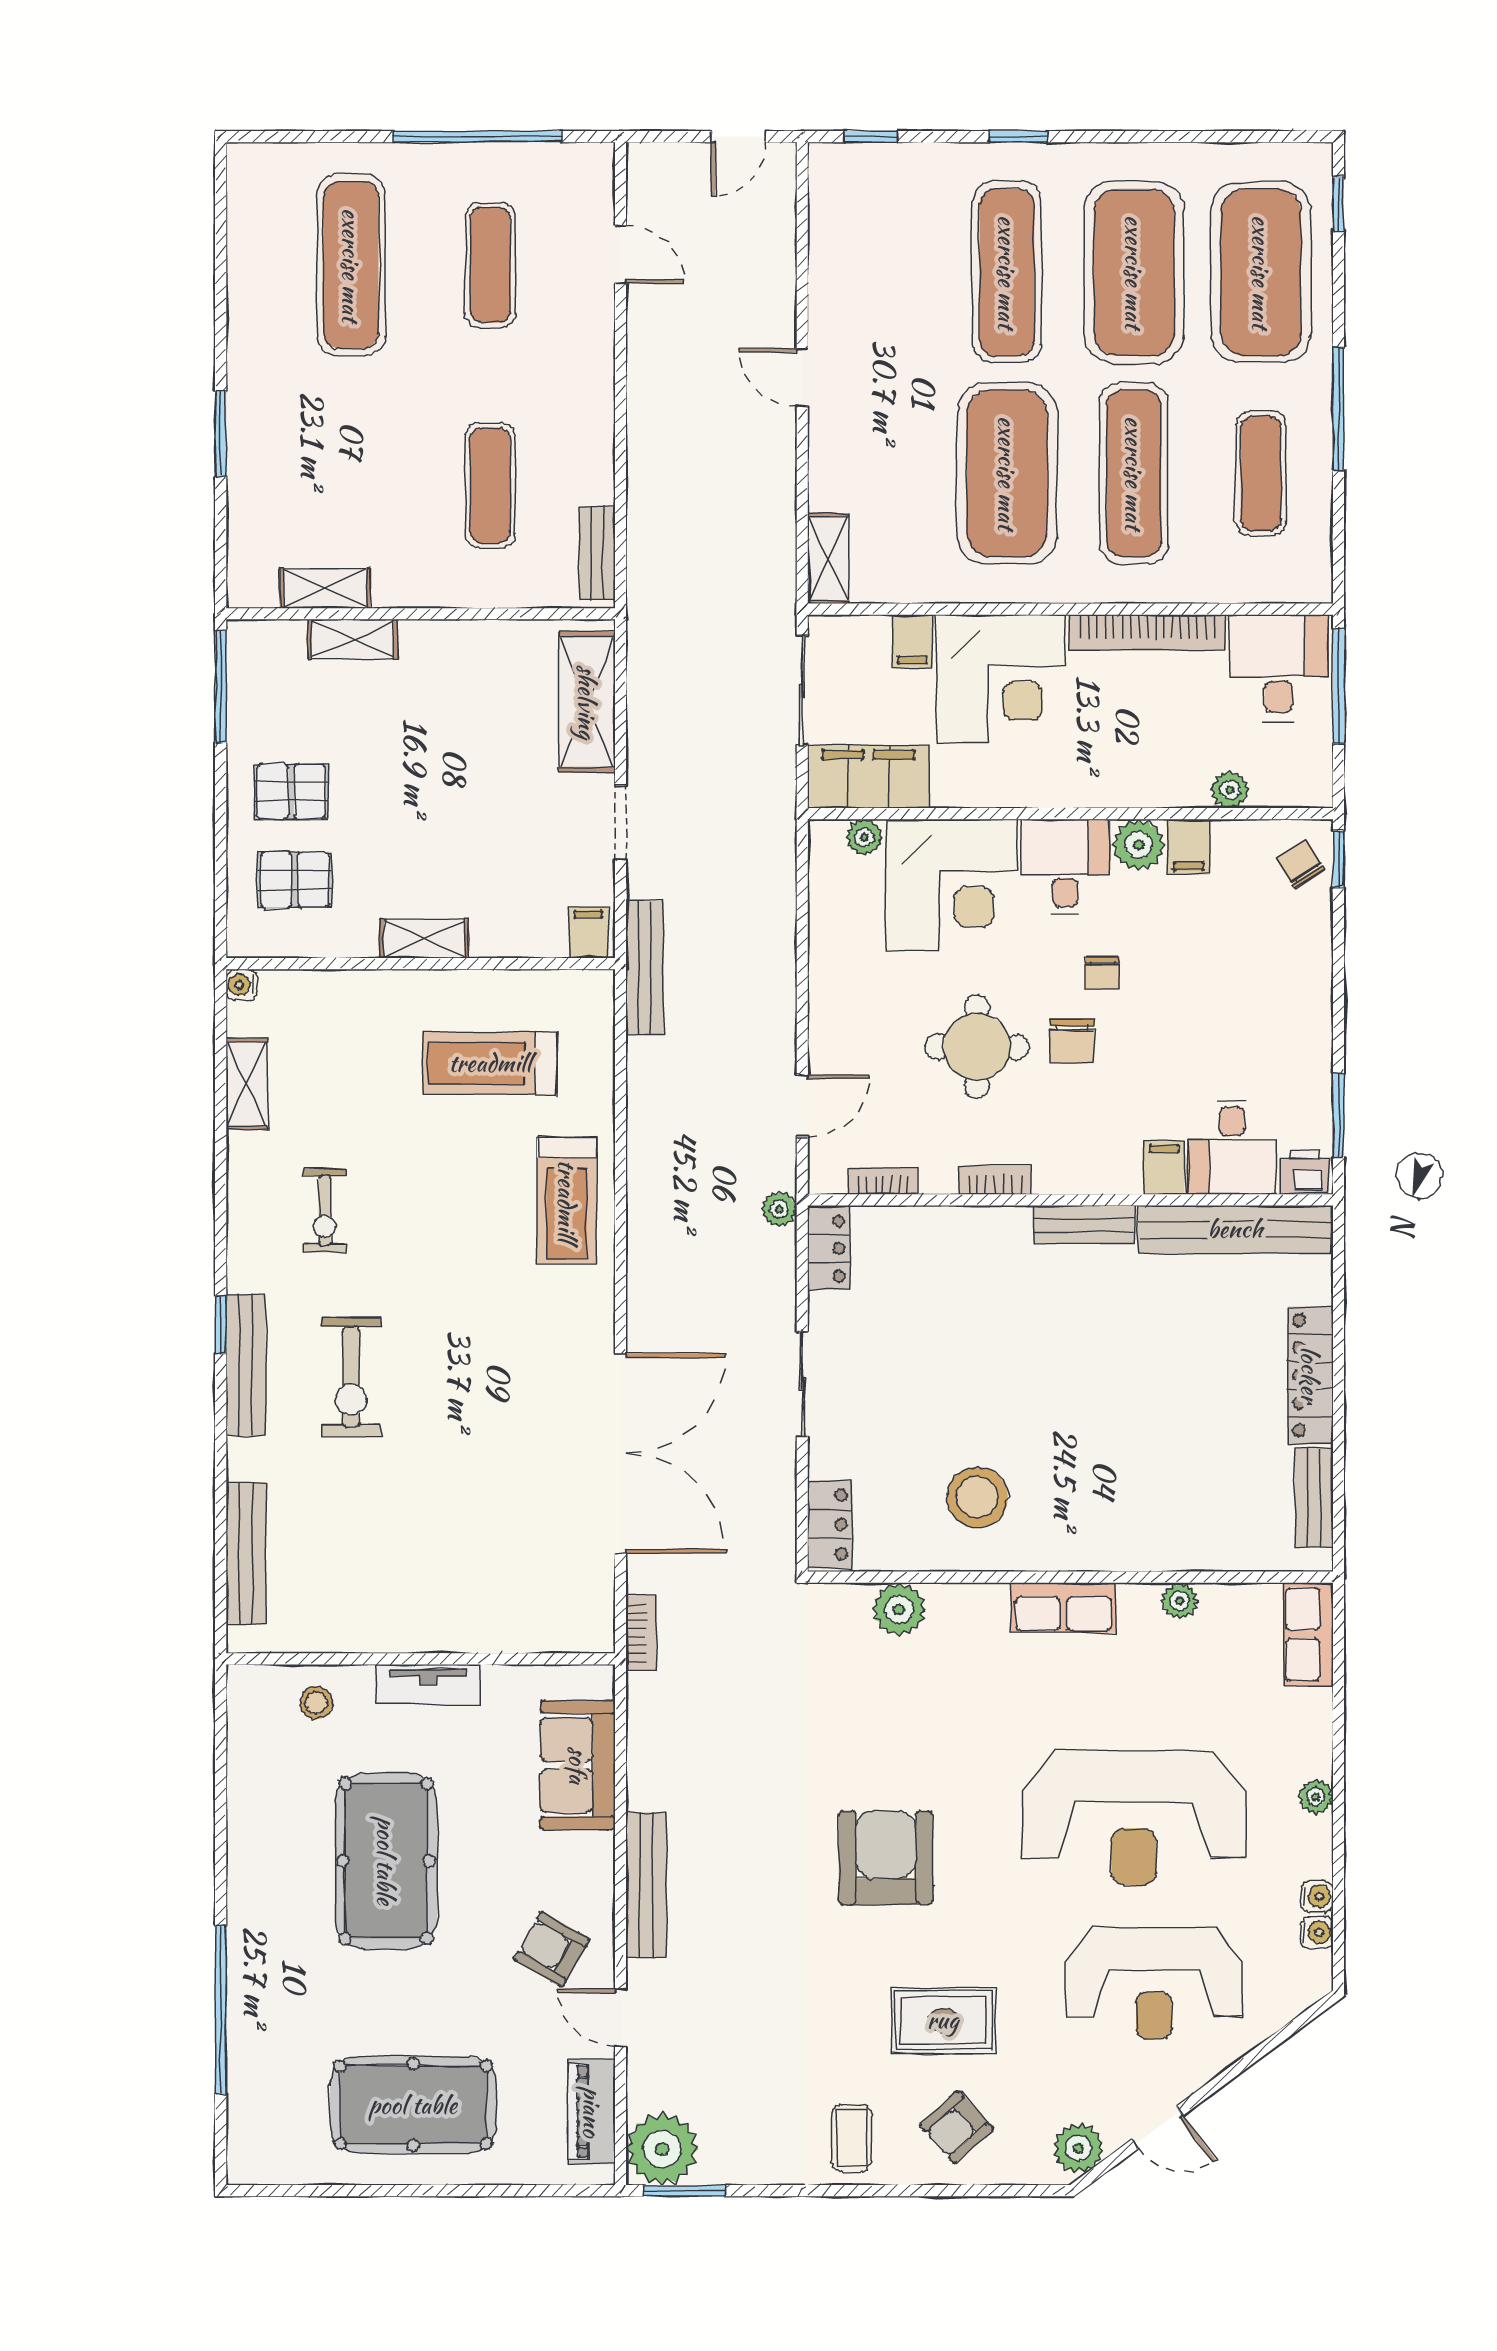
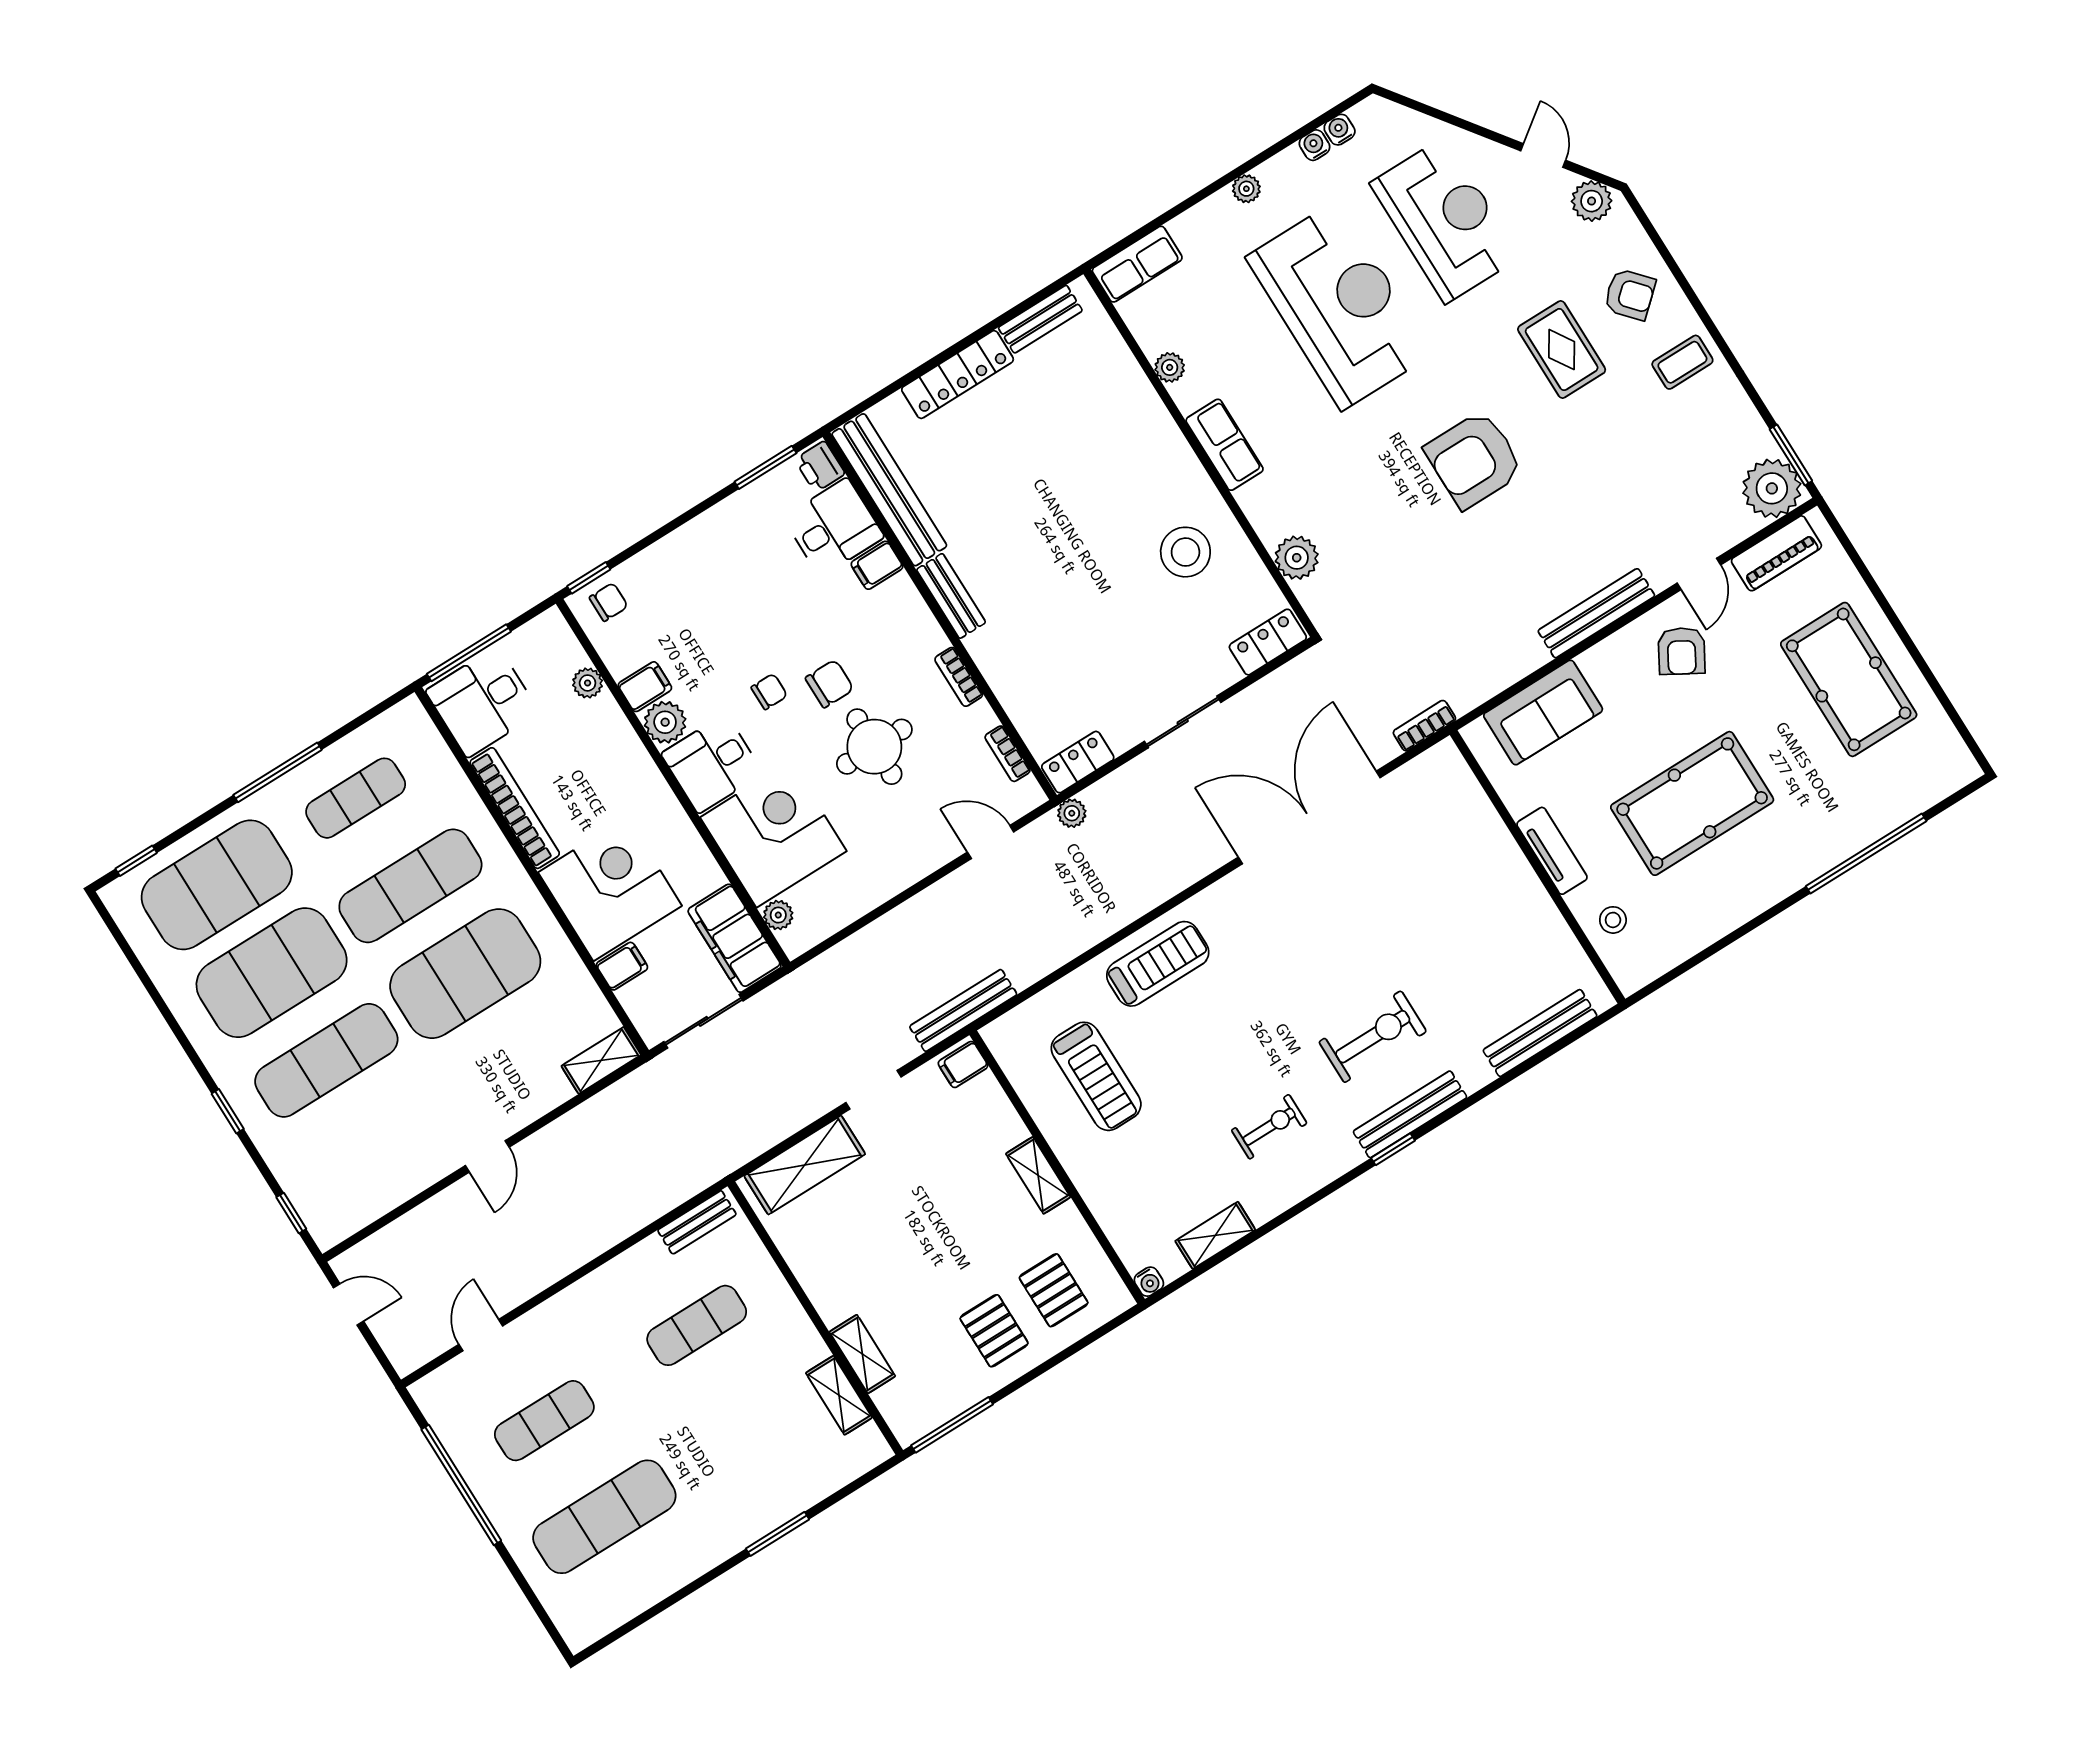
chair: (1300, 864) -> (609, 602), turned -148

